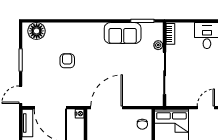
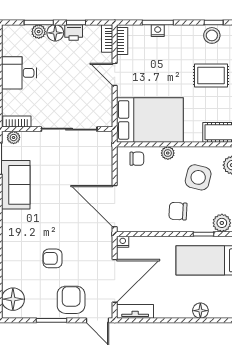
plant: (158, 45) -> (14, 138), moved
armchair: (36, 75) -> (71, 300), added

